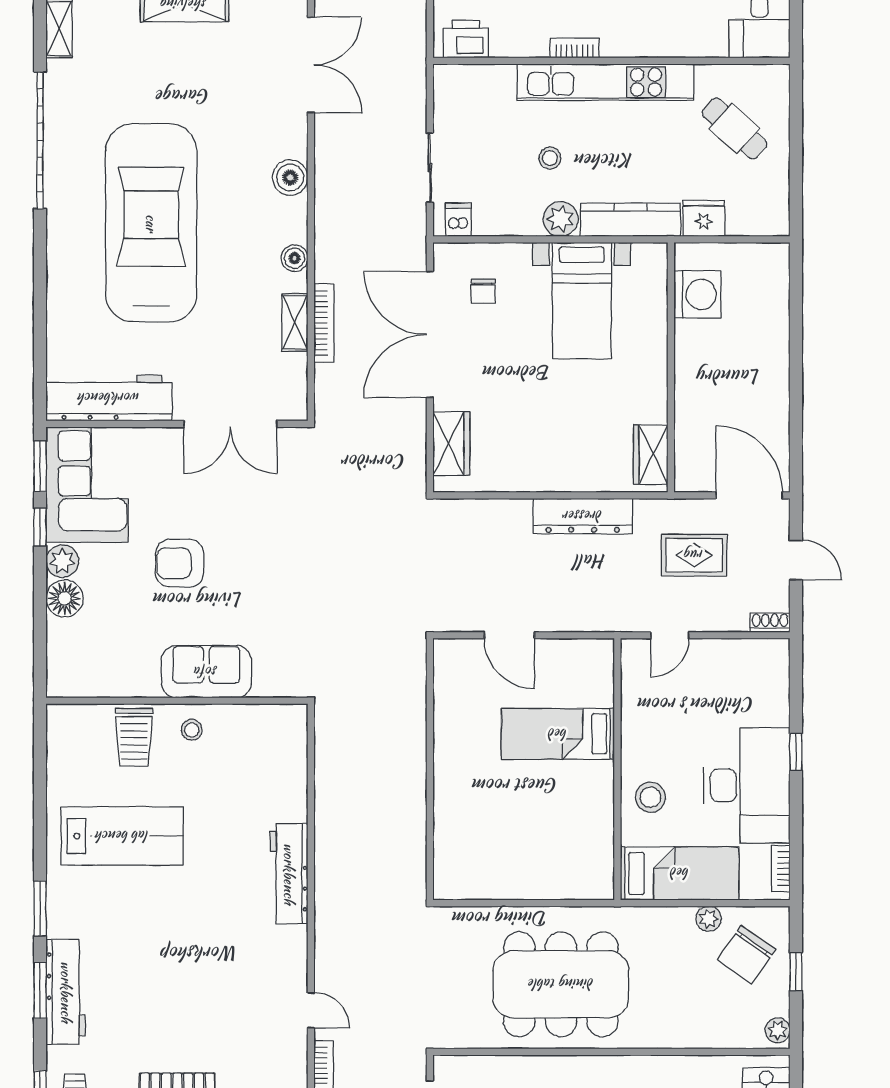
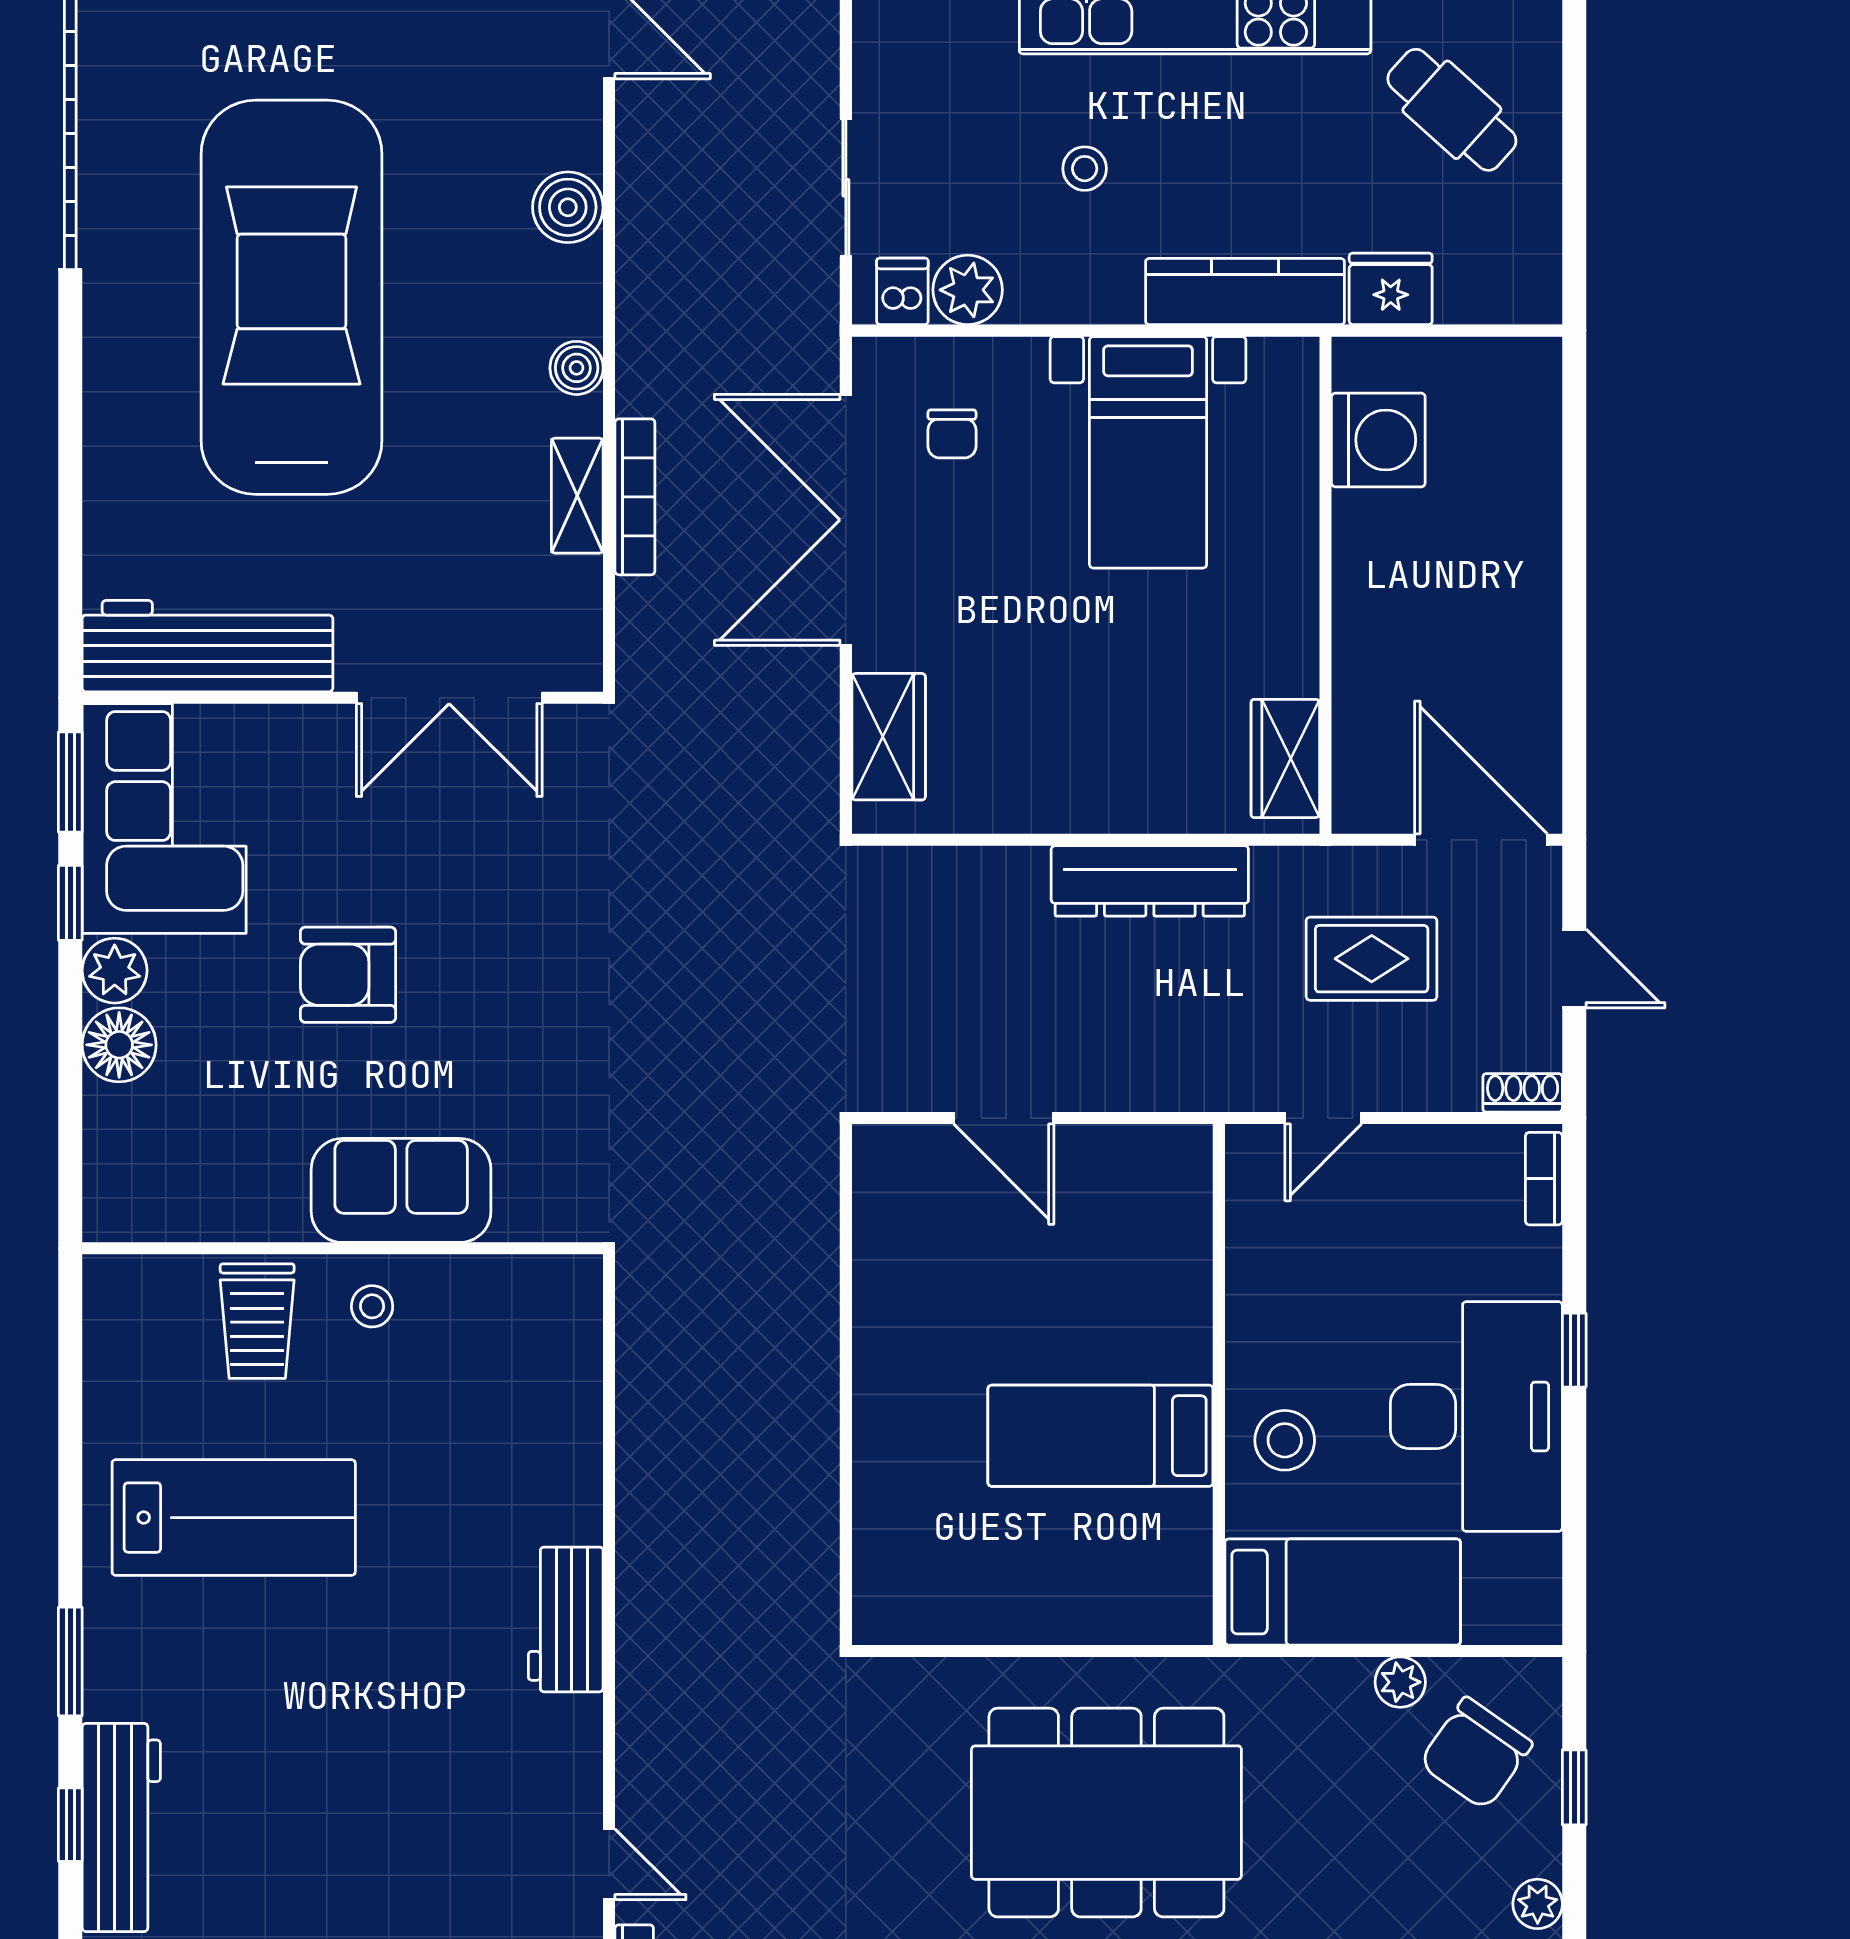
plant: (561, 219) -> (968, 290), moved
bed: (558, 734) -> (1100, 1436), moved
bookcase: (781, 869) -> (1544, 1179), moved
workbench: (289, 874) -> (566, 1619), width x0.73
window: (40, 990) -> (70, 1825), width x0.67

